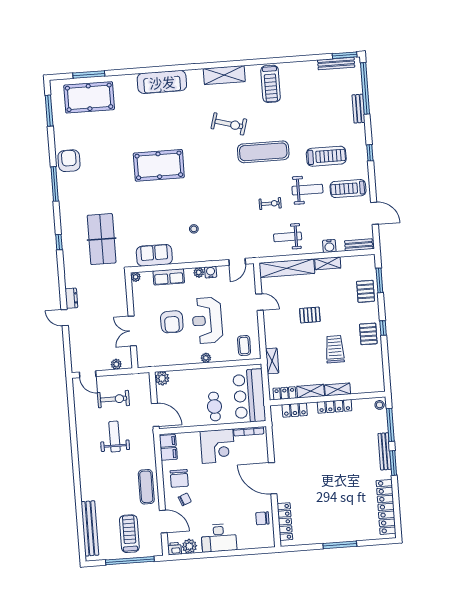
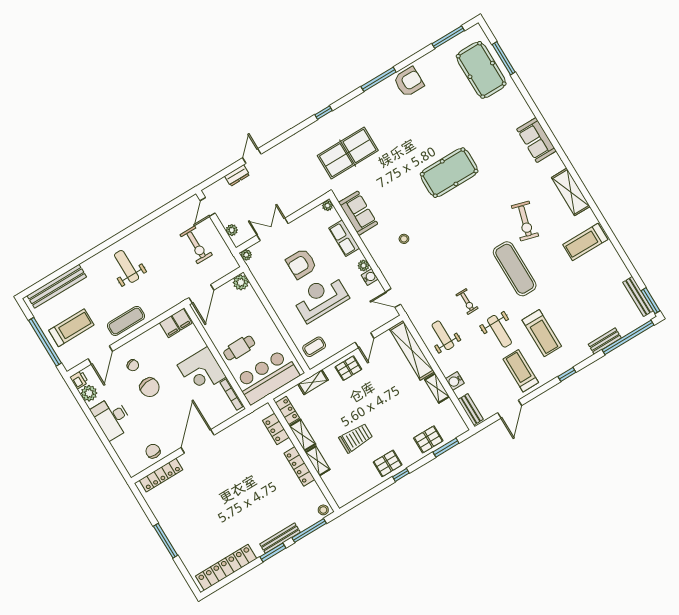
sofa: (162, 82) -> (536, 140), width x0.73
pool table: (159, 165) -> (449, 173), turned 90
dresser: (71, 298) -> (237, 176), moved
pallet: (310, 315) -> (348, 368), moved, turned 90
plant: (206, 358) -> (246, 255), moved
weight bench: (114, 437) -> (127, 266), moved, turned -90
chair: (179, 478) -> (150, 387), moved, turned -100

